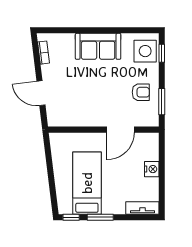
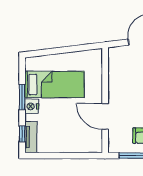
nightstand: (152, 169) -> (32, 106), moved, turned 90
window: (71, 217) -> (22, 134), moved

